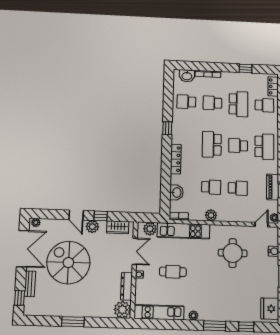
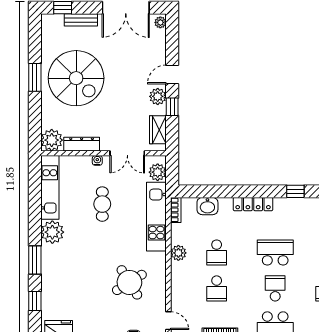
round table: (233, 253) -> (129, 282), turned -32
spiral stairs: (68, 263) -> (76, 78), moved, turned 90
plant: (193, 316) -> (52, 232), width x1.87, depth x1.87

